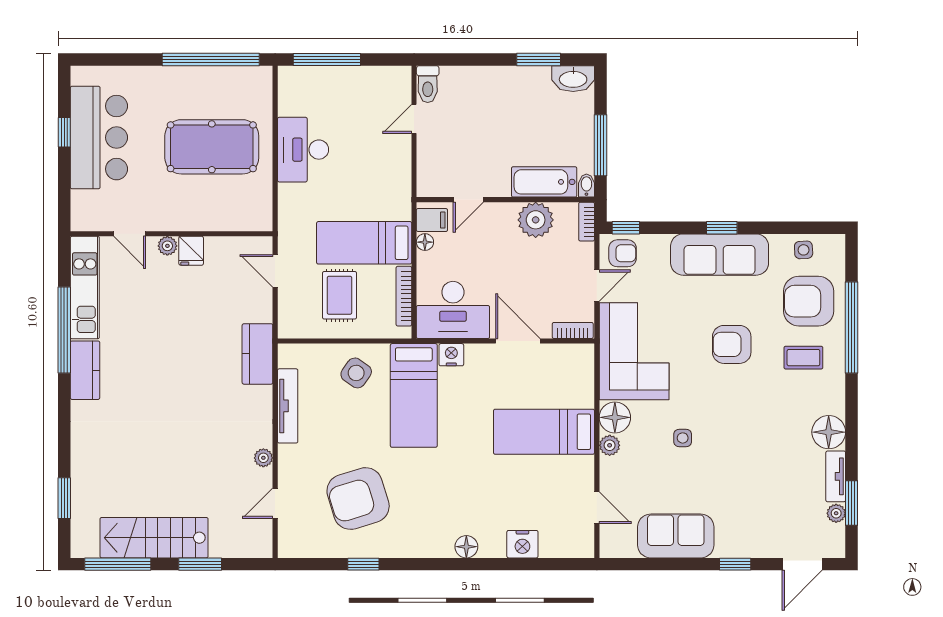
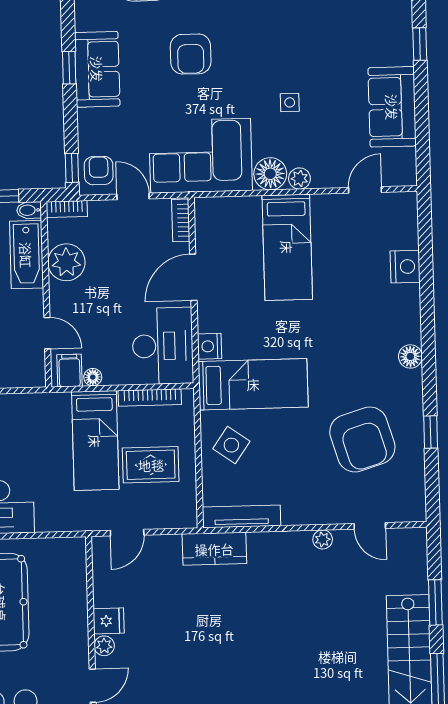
sofa: (720, 255) -> (97, 69), width x0.73
tv unit: (288, 406) -> (241, 516), moved
floor lamp: (466, 547) -> (410, 356), moved

